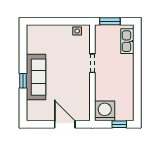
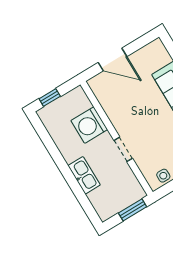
kitchen sink: (127, 41) -> (84, 175), moved
washing machine: (105, 111) -> (89, 125), moved, turned 90

